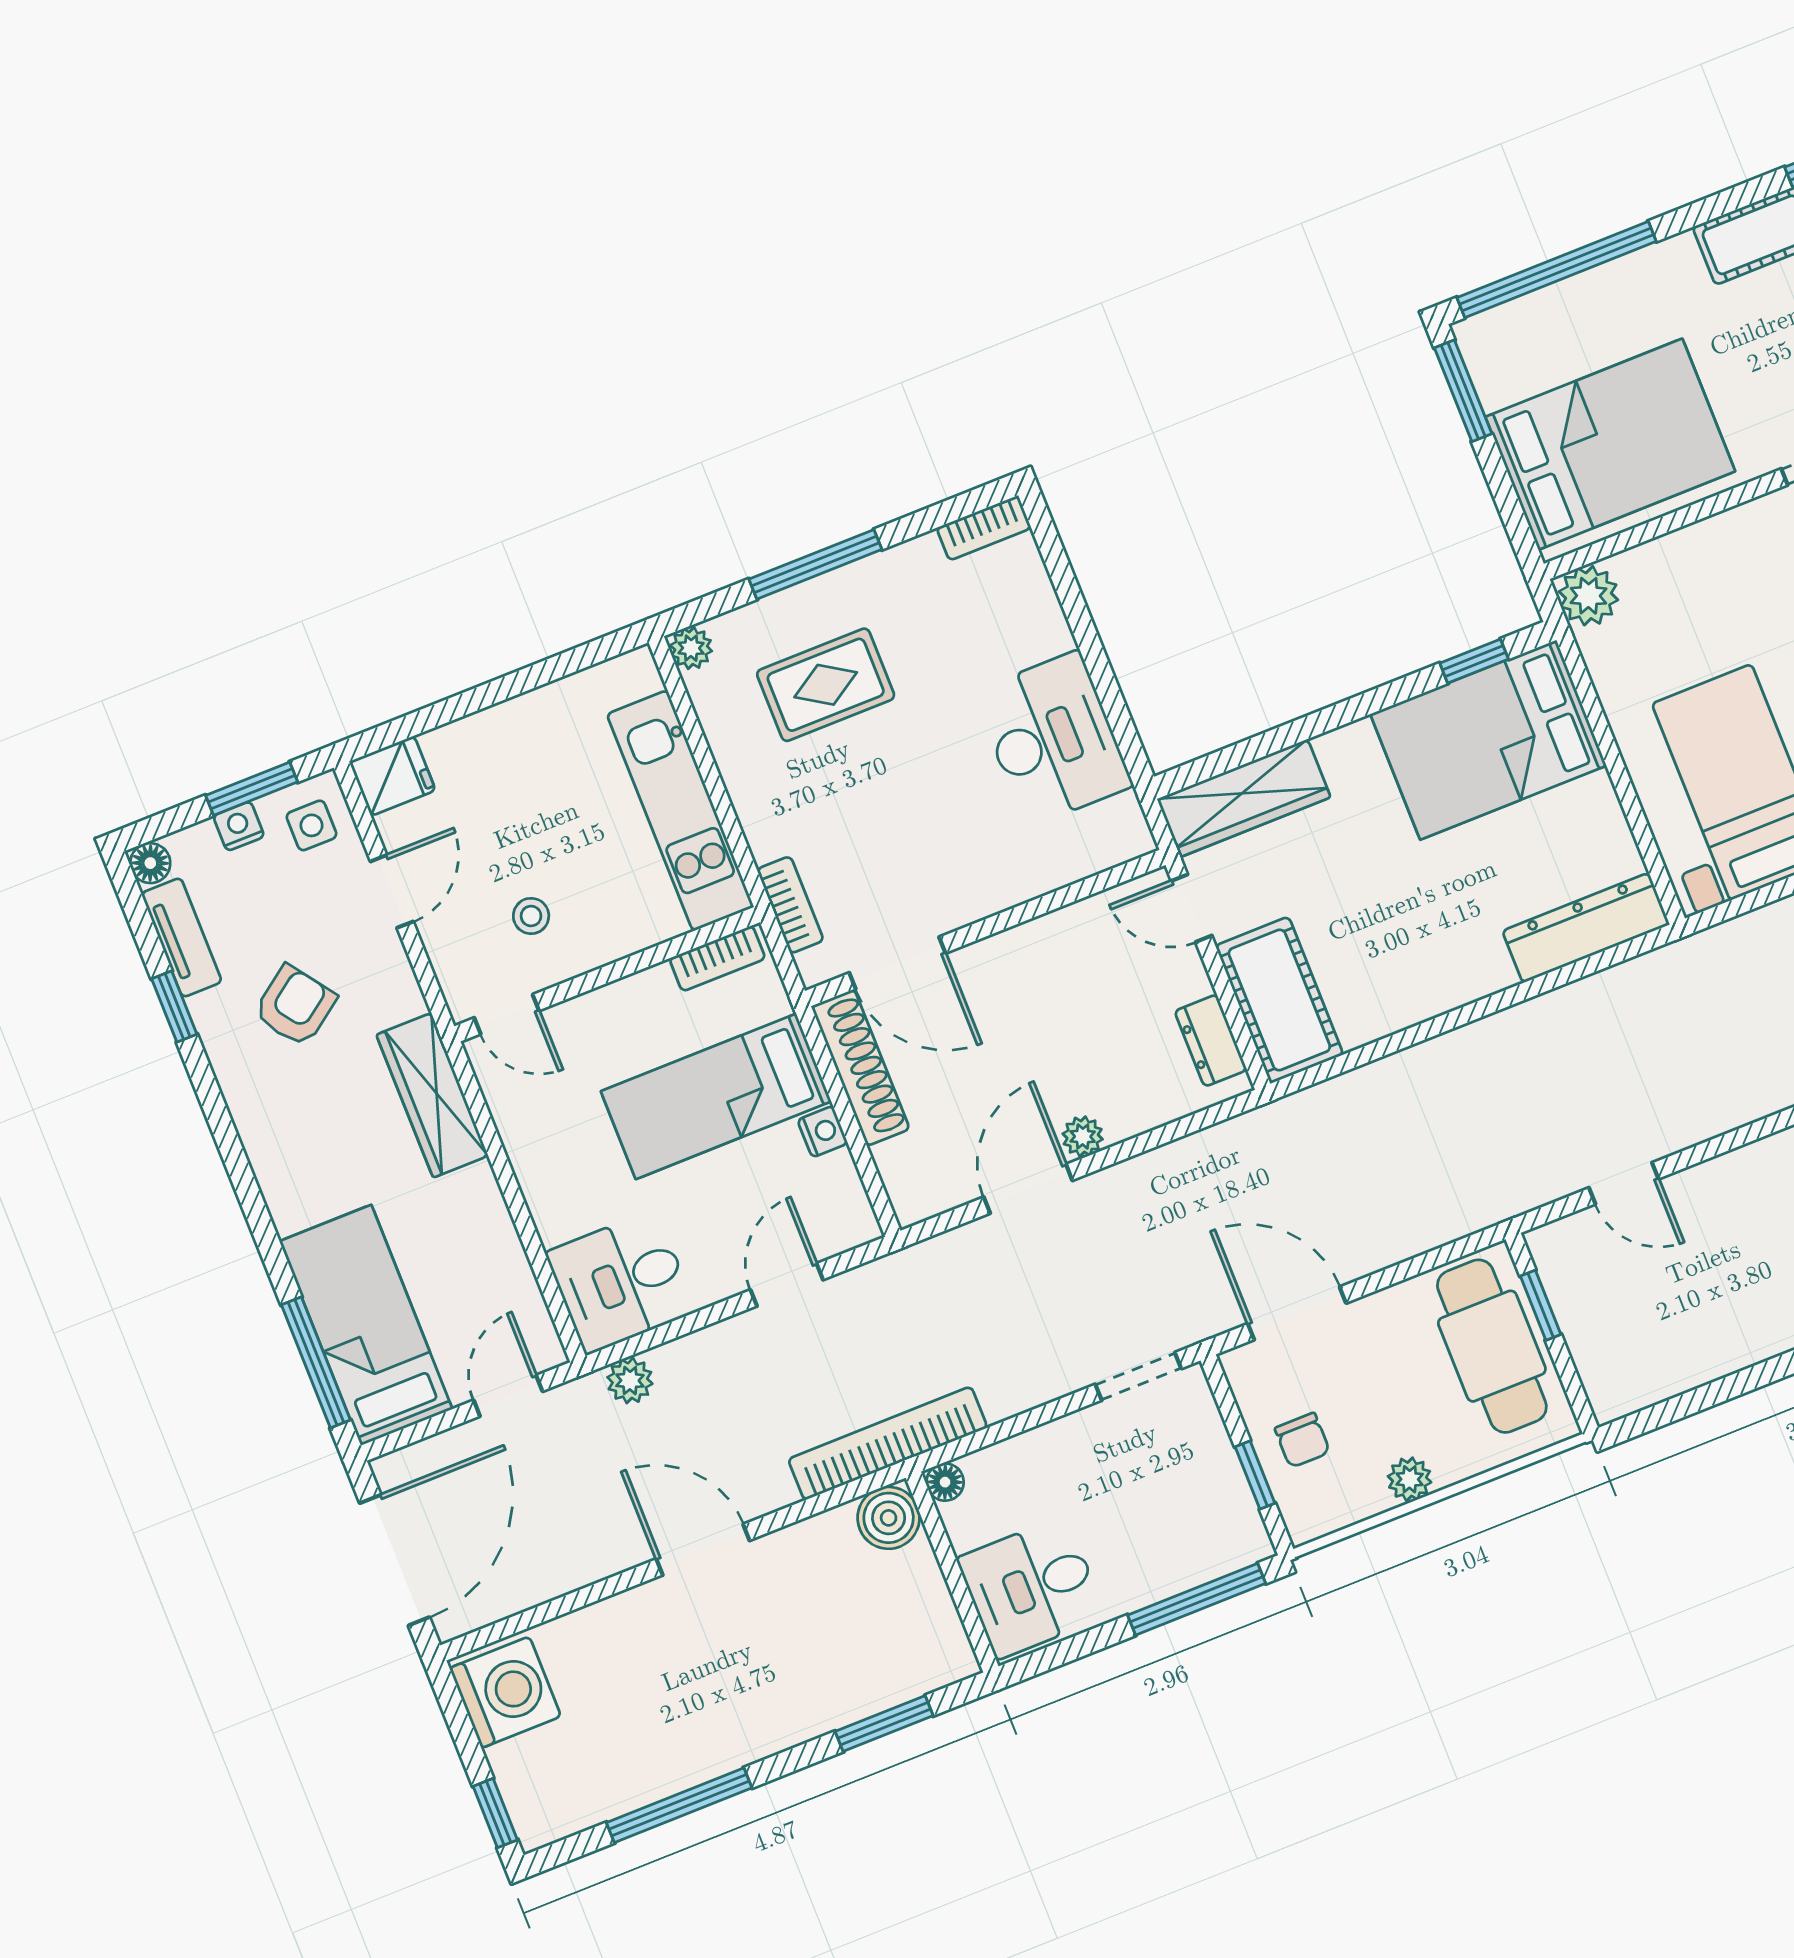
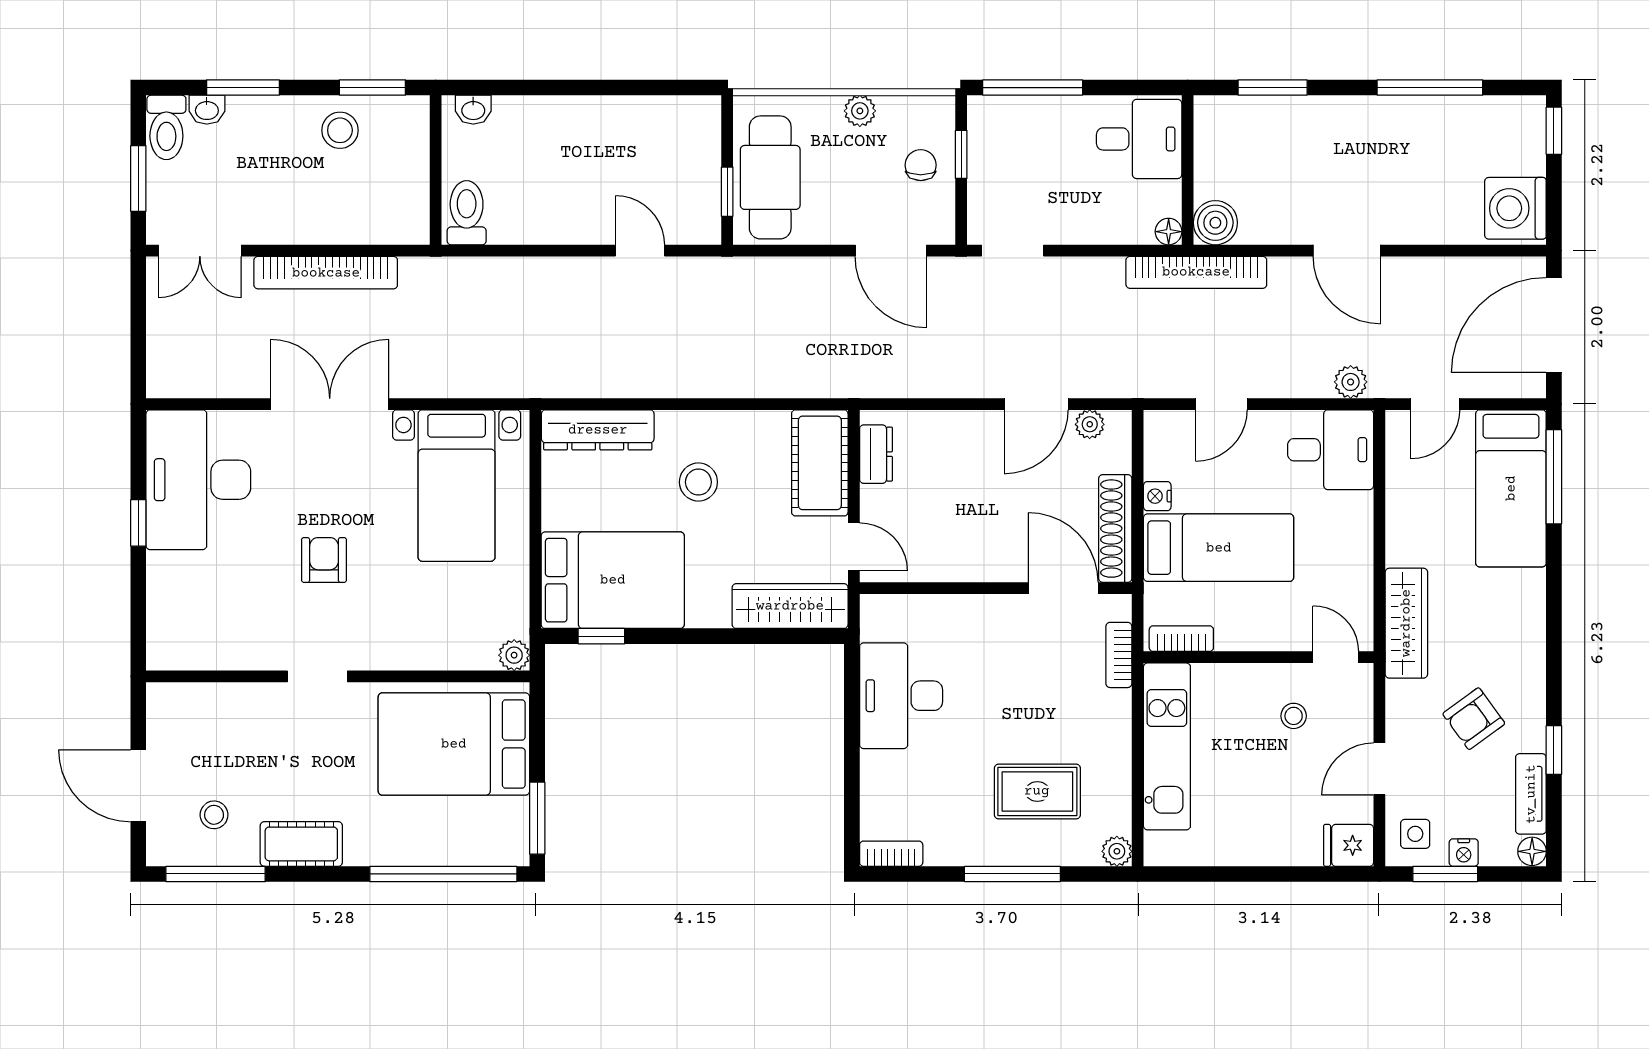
plant: (1588, 596) -> (514, 655), width x0.73, depth x0.73
stool: (1428, 912) -> (698, 482), added
plant: (1083, 1137) -> (1090, 424), moved

